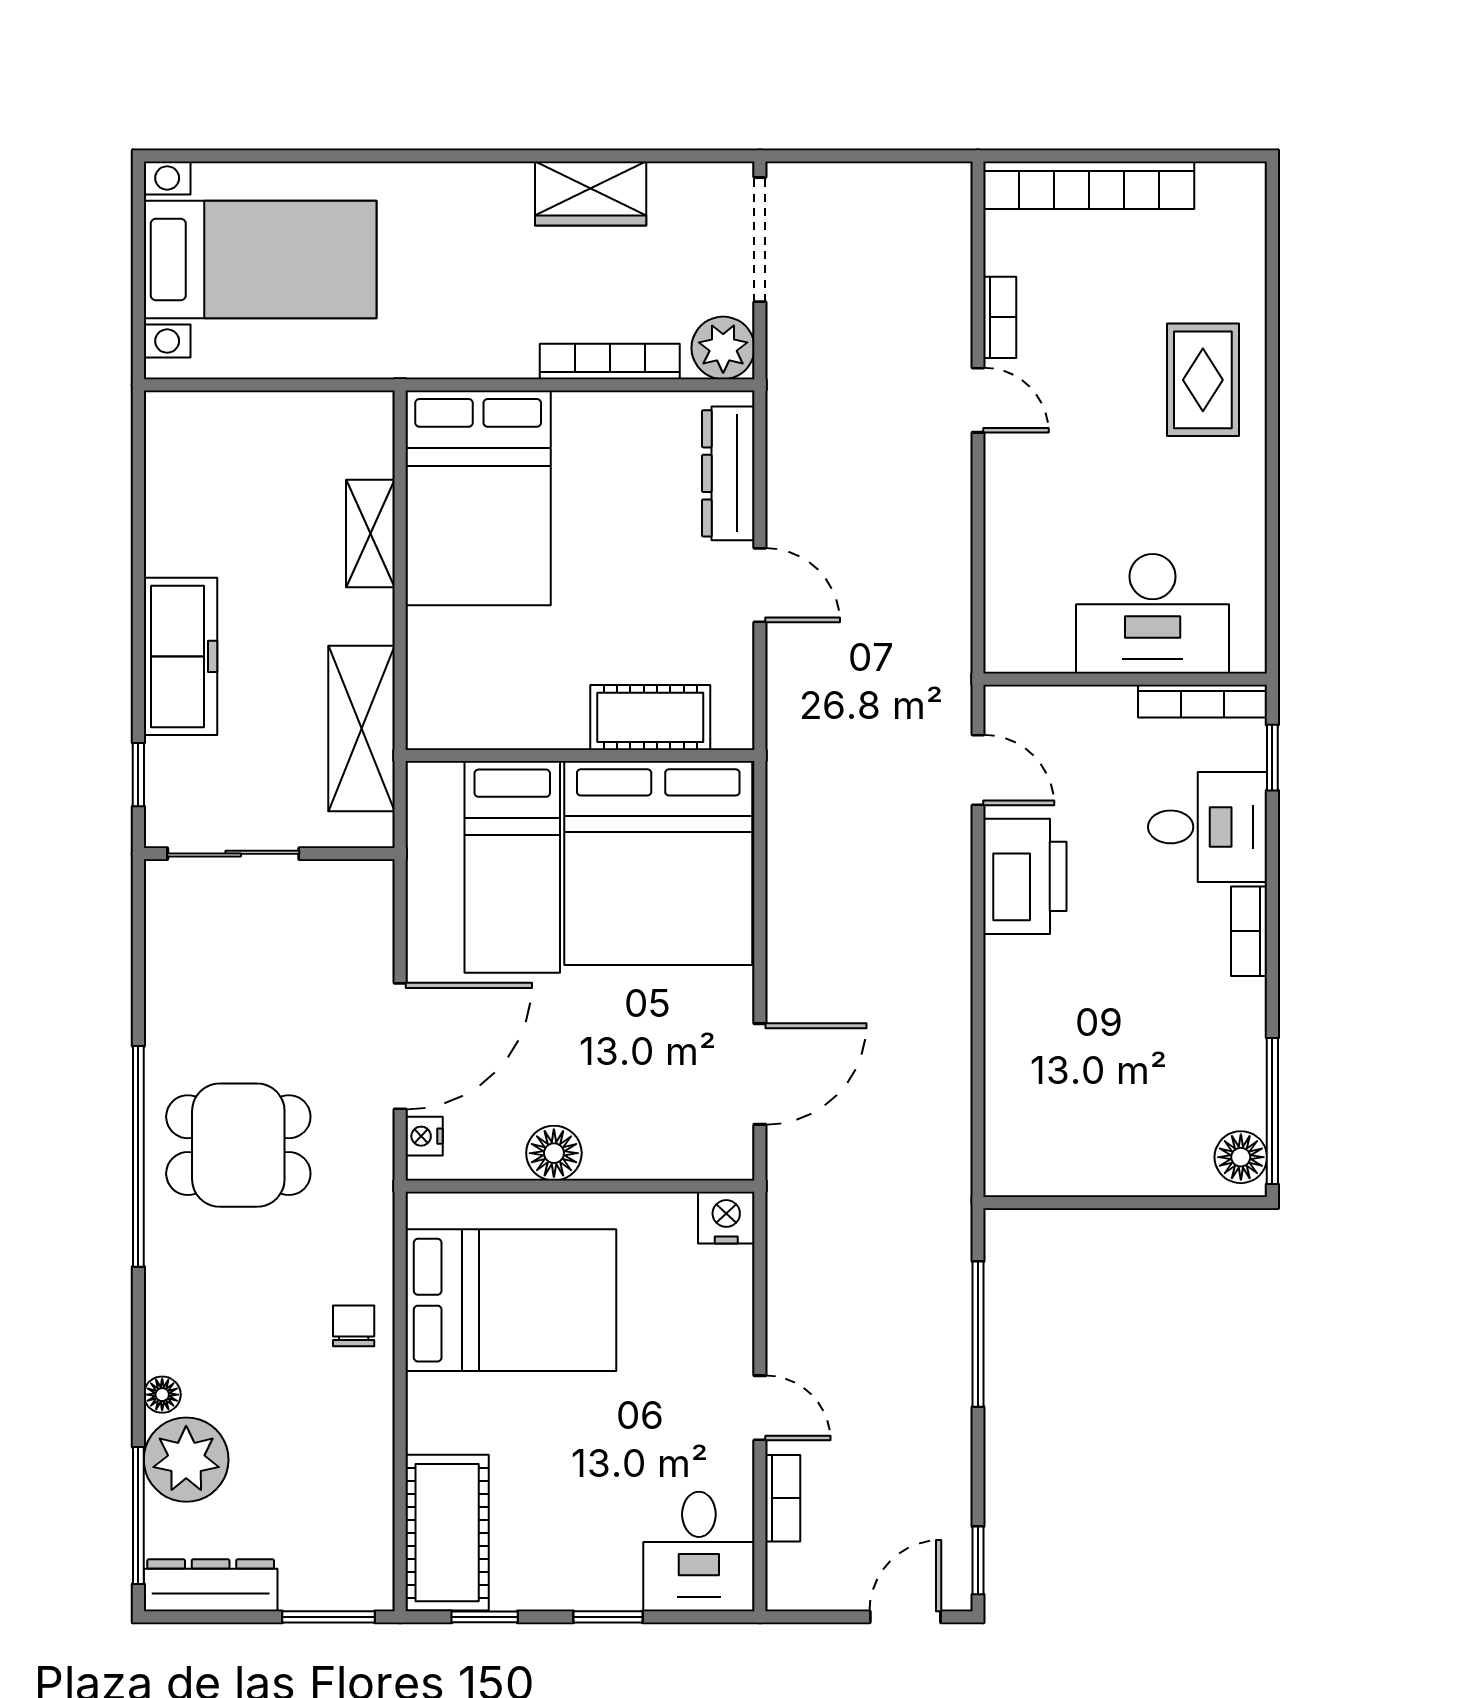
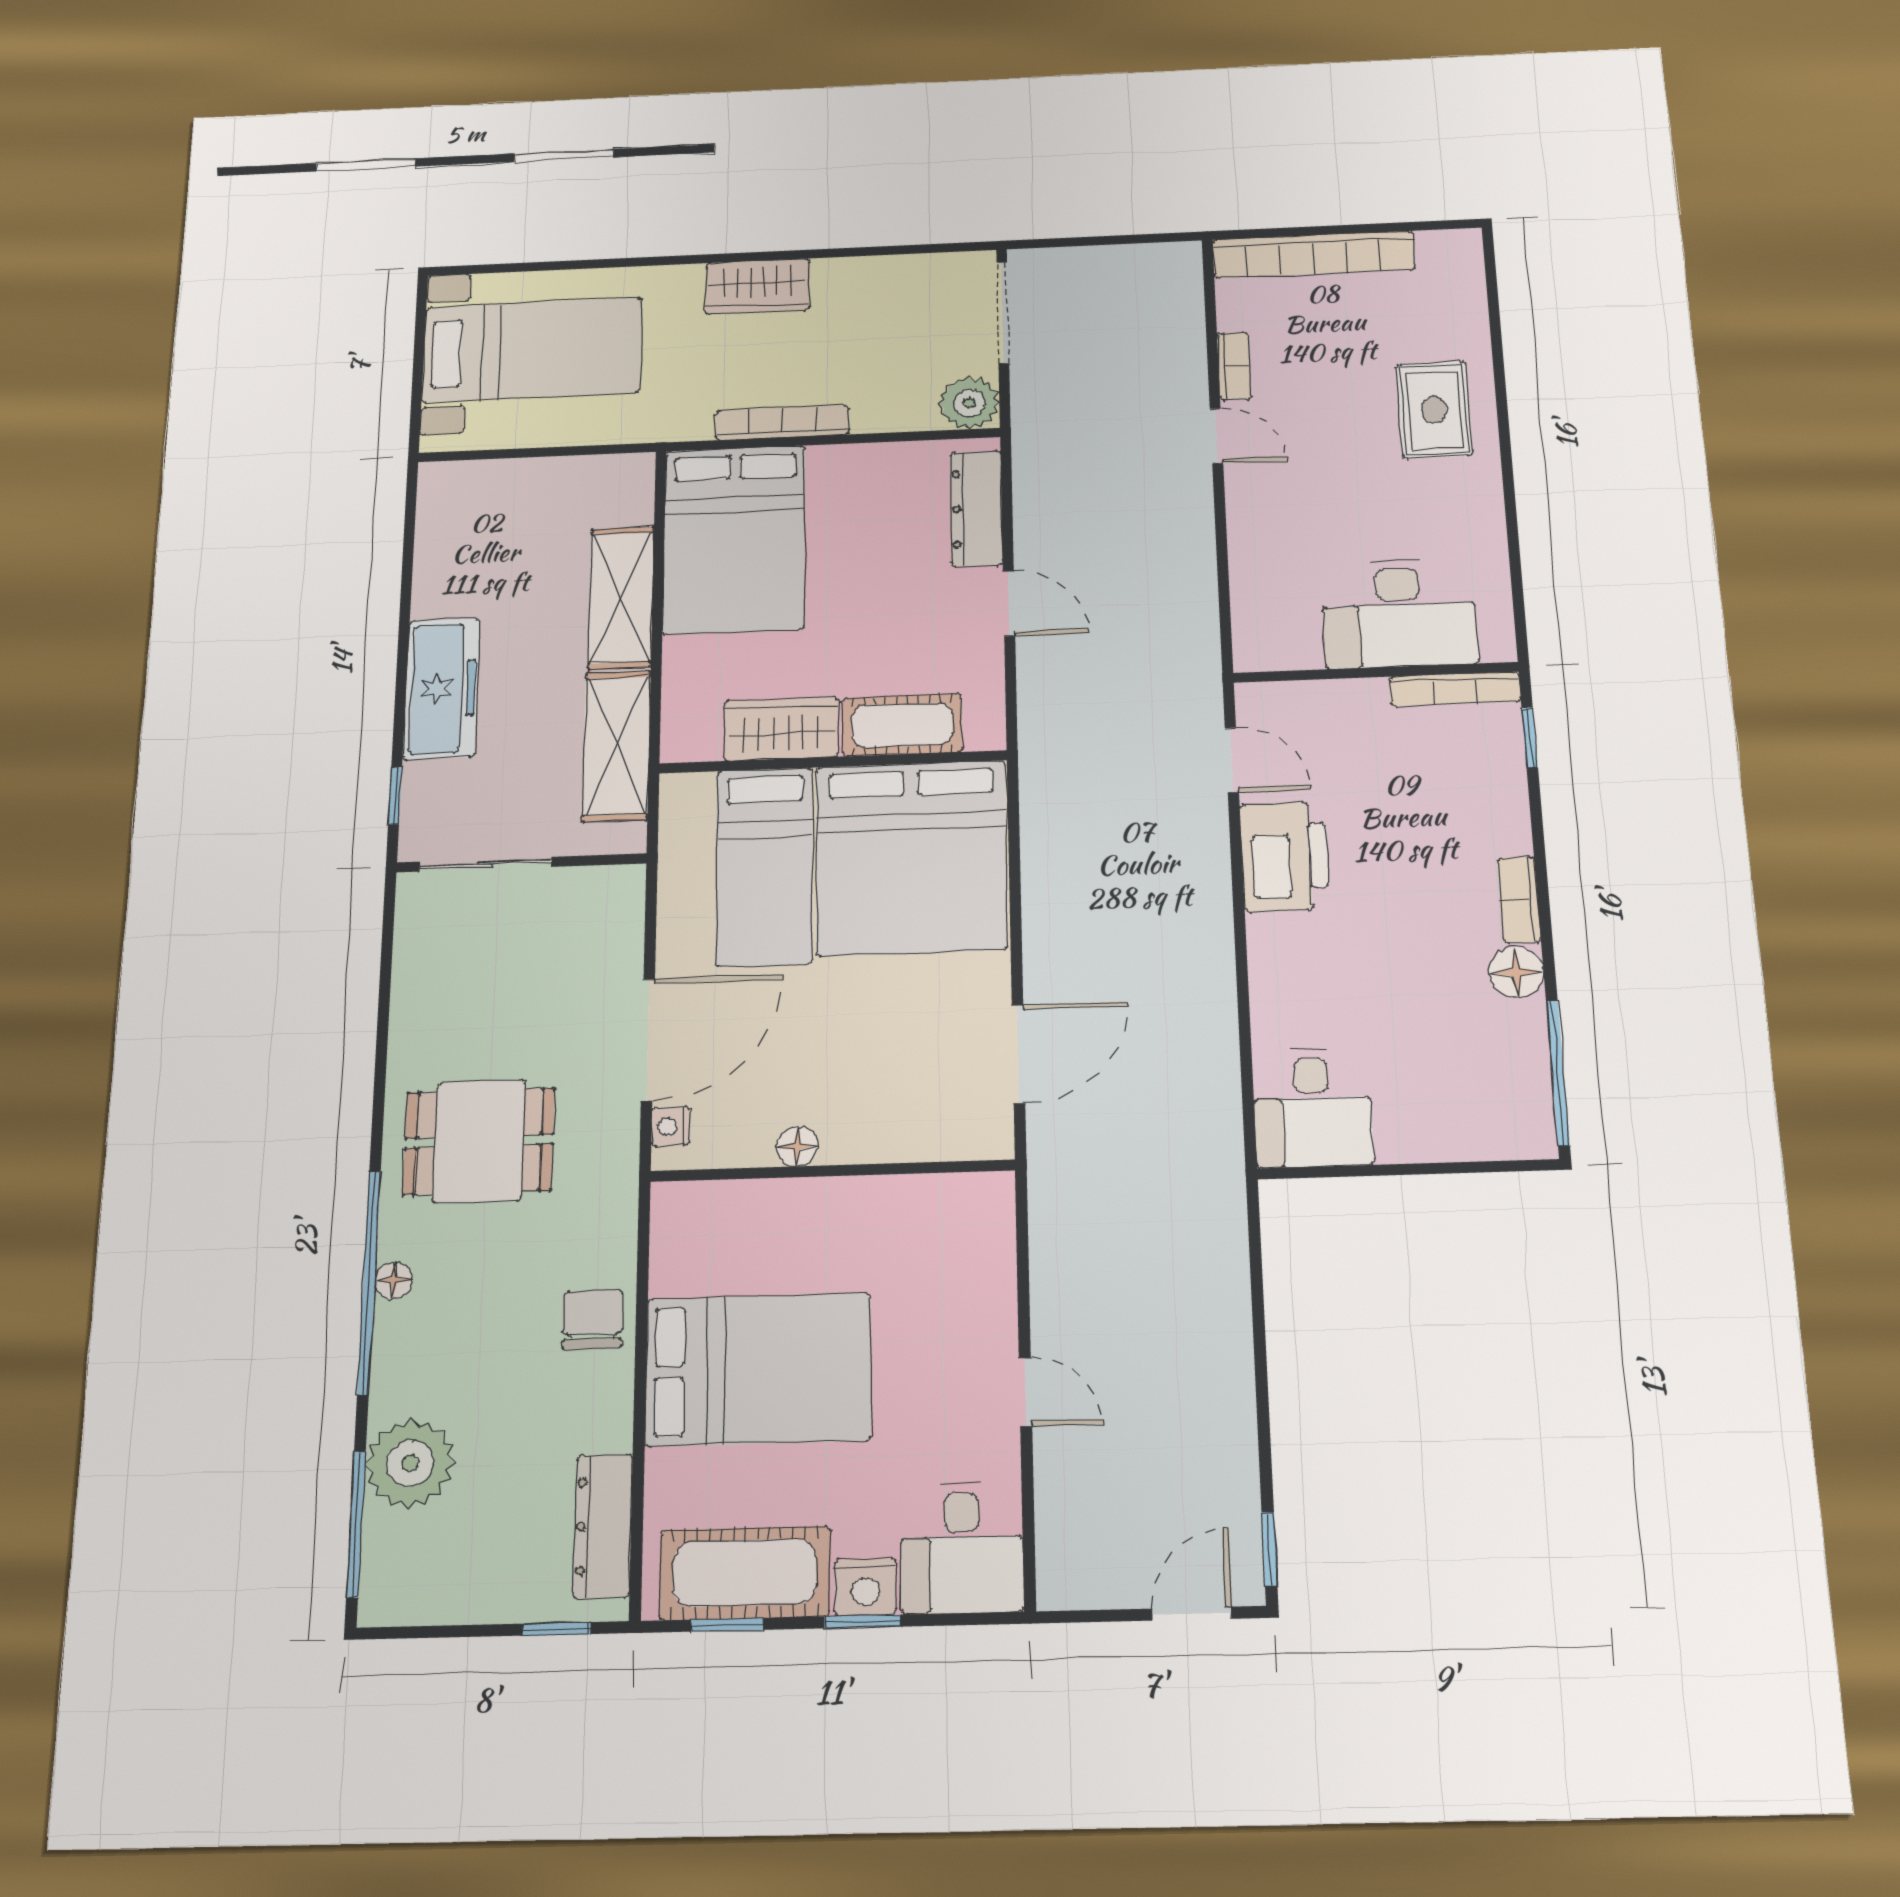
wardrobe: (591, 193) -> (757, 287), moved
bookcase: (610, 361) -> (782, 422), moved
shelving: (370, 533) -> (621, 598), width x1.50, depth x1.33
wardrobe: (528, 717) -> (781, 729), added
desk: (1208, 827) -> (1312, 1107), moved, turned 90
floor lamp: (554, 1153) -> (797, 1146), width x0.73, depth x0.73
window: (138, 1156) -> (369, 1282), moved
floor lamp: (1241, 1157) -> (1516, 972), moved
nightstand: (726, 1218) -> (866, 1587), moved, turned 180
bed: (511, 1300) -> (758, 1369), moved
chair: (354, 1326) -> (593, 1319), width x1.37, depth x1.37
window: (978, 1334) -> (1258, 1308), removed
floor lamp: (162, 1395) -> (394, 1280), moved
bookcase: (783, 1498) -> (1052, 1488), removed
cot: (447, 1533) -> (745, 1573), moved, turned 90
dresser: (211, 1585) -> (603, 1526), moved, turned -90
window: (328, 1617) -> (557, 1629), width x0.67

